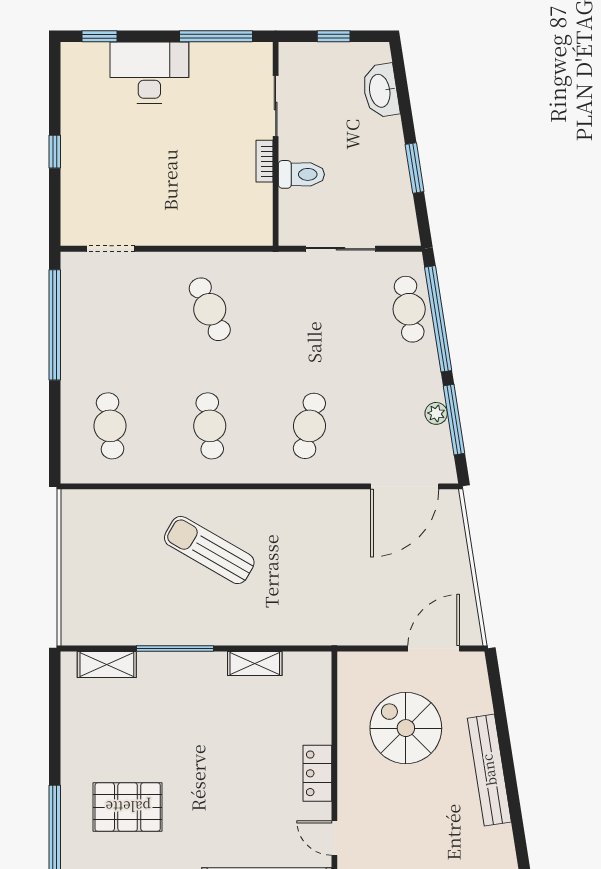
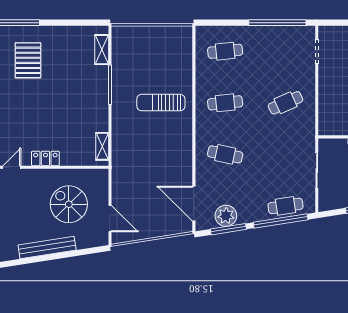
plant: (436, 413) -> (226, 216), width x1.88, depth x1.88
sun lounger: (209, 550) -> (161, 103), turned -120
shelving: (255, 663) -> (102, 146), moved
spiral stairs: (406, 728) -> (69, 204), turned -90

